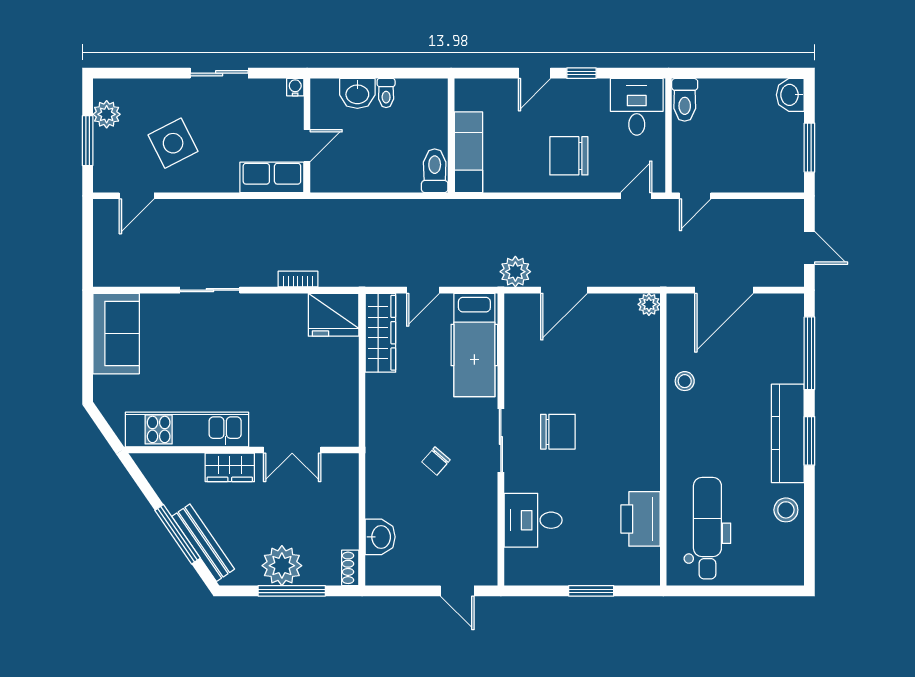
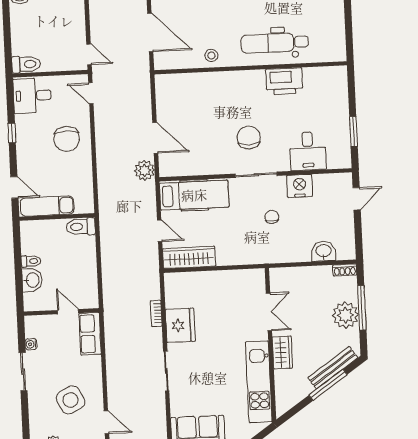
door: (535, 73) -> (14, 187), moved
water cooler: (295, 87) -> (31, 344), moved
exam couch: (468, 152) -> (47, 206), moved
plant: (649, 304) -> (162, 81), removed
fridge: (334, 315) -> (180, 325), moved
chair: (436, 461) -> (272, 217), turned -131
nightstand: (481, 505) -> (300, 186), added
printer: (641, 519) -> (284, 81), moved
dental chair: (707, 528) -> (275, 43), moved
window: (591, 591) -> (353, 132), moved

